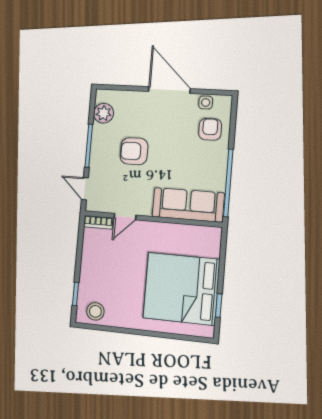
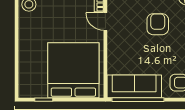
sofa: (188, 205) -> (134, 86), moved, turned -90
bed: (181, 289) -> (73, 70), moved

